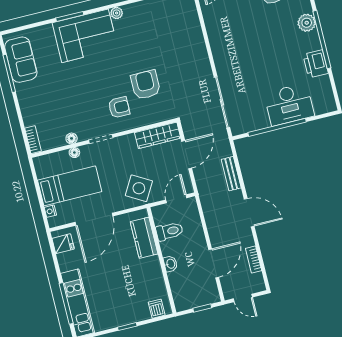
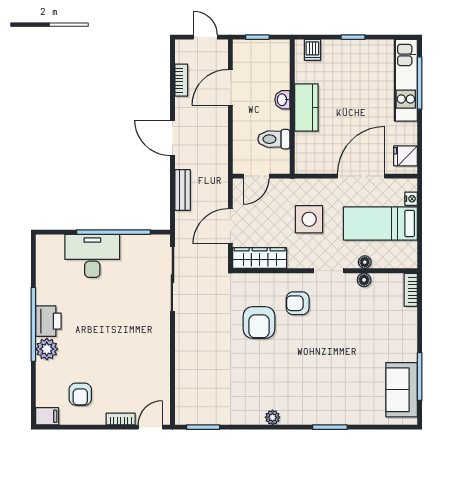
corner sofa: (85, 36) -> (317, 399), removed
printer: (316, 64) -> (48, 321), moved
side table: (139, 188) -> (309, 219), moved, turned -30
kitchen counter: (144, 238) -> (306, 108), moved

